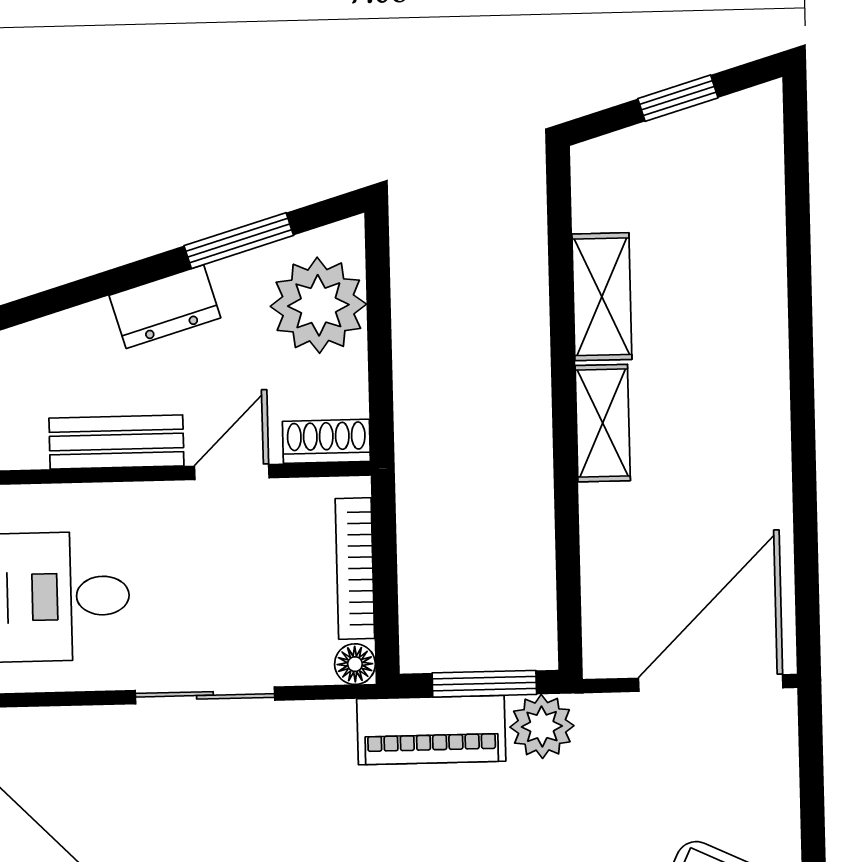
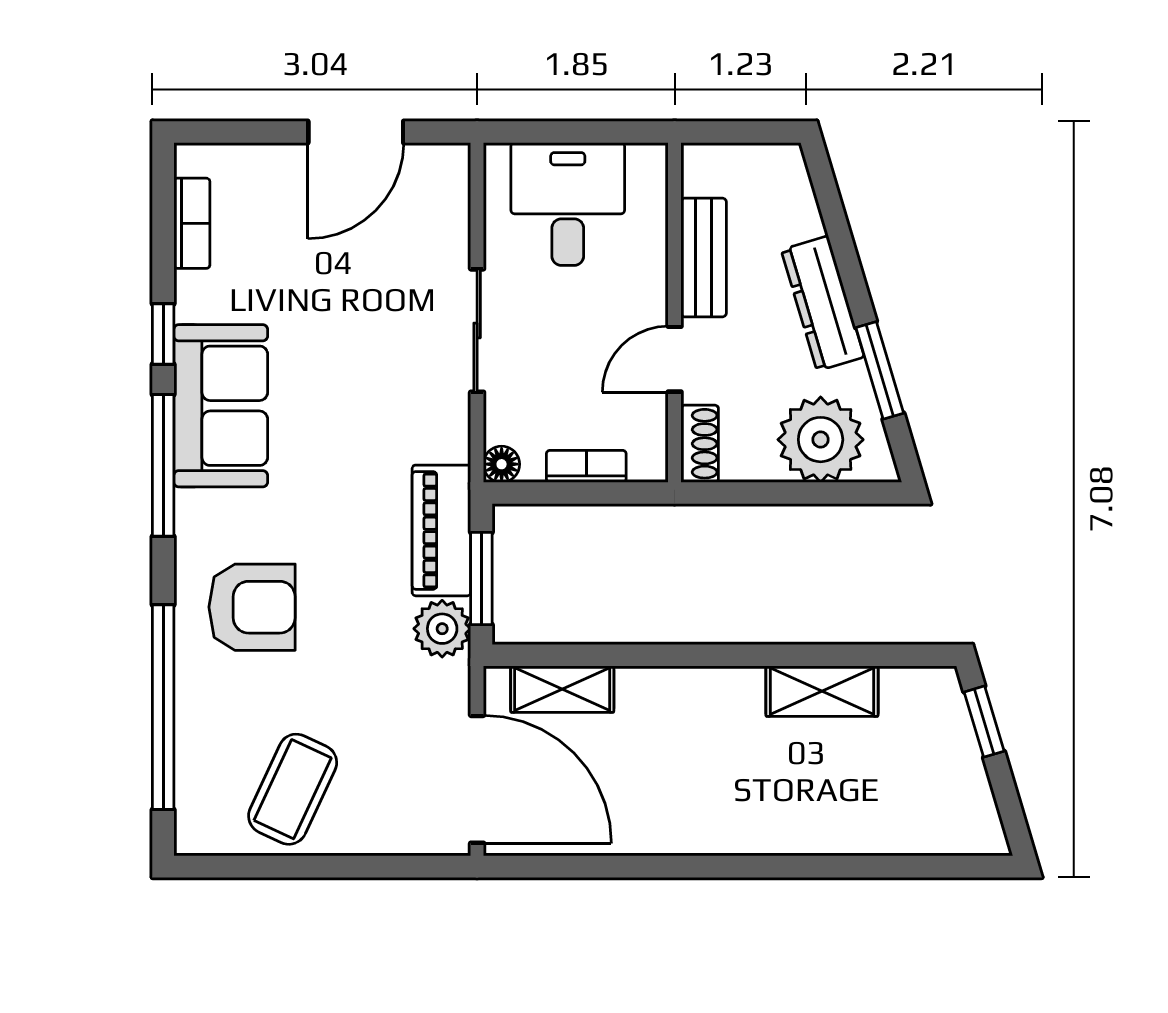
window: (678, 98) -> (984, 722), moved
dresser: (165, 307) -> (823, 303), width x1.44
shelving: (603, 423) -> (562, 689), moved
door: (232, 472) -> (675, 359), swing flipped
bookcase: (355, 569) -> (586, 466), width x0.64

